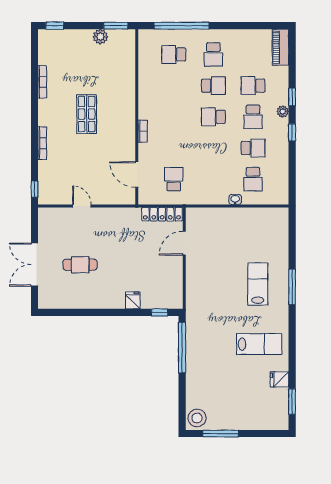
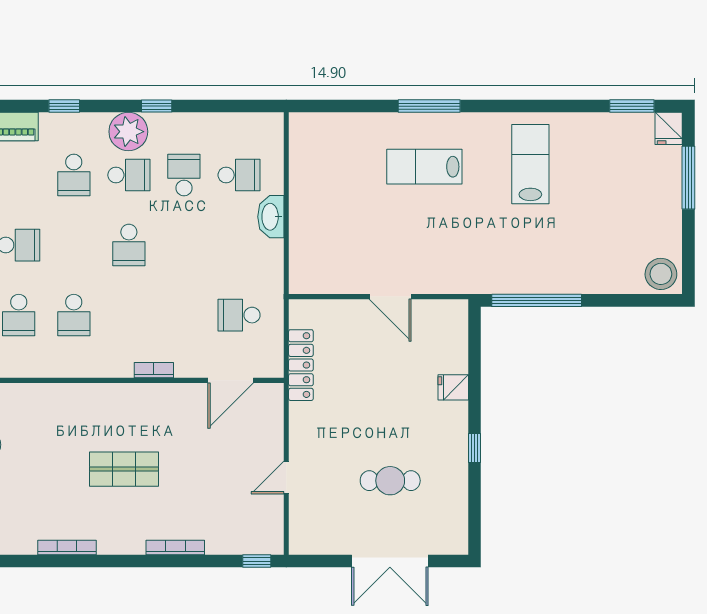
school desk: (213, 86) -> (74, 315), moved, turned 180
window: (292, 97) -> (64, 106), moved
plant: (283, 111) -> (128, 132), width x1.87, depth x1.87
washbasin: (235, 199) -> (271, 217), width x1.91, depth x1.45
locker: (162, 214) -> (301, 365), moved
door: (184, 243) -> (390, 297), moved
cafe table: (80, 265) -> (390, 481), turned 90
window: (160, 312) -> (474, 448), moved
fridge: (279, 379) -> (669, 128), moved
window: (221, 433) -> (688, 178), moved

